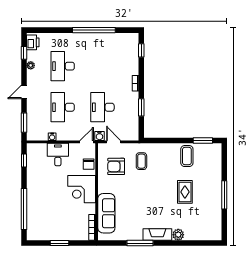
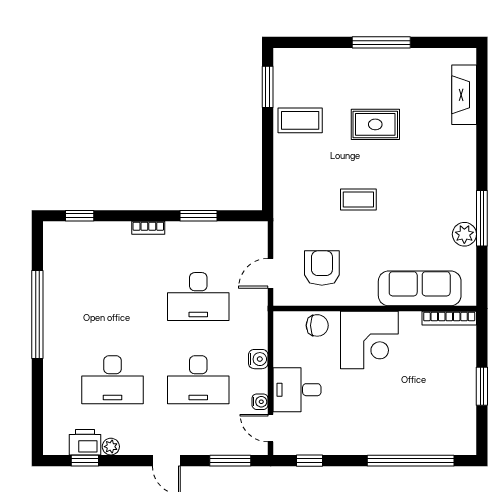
printer: (33, 42) -> (85, 442), moved
water cooler: (99, 136) -> (258, 359), moved
door: (87, 142) -> (271, 428), moved
coffee table: (141, 161) -> (358, 200), moved
armchair: (116, 166) -> (322, 268), turned 180
fireplace: (157, 235) -> (464, 95), moved
plant: (178, 235) -> (464, 234), moved

